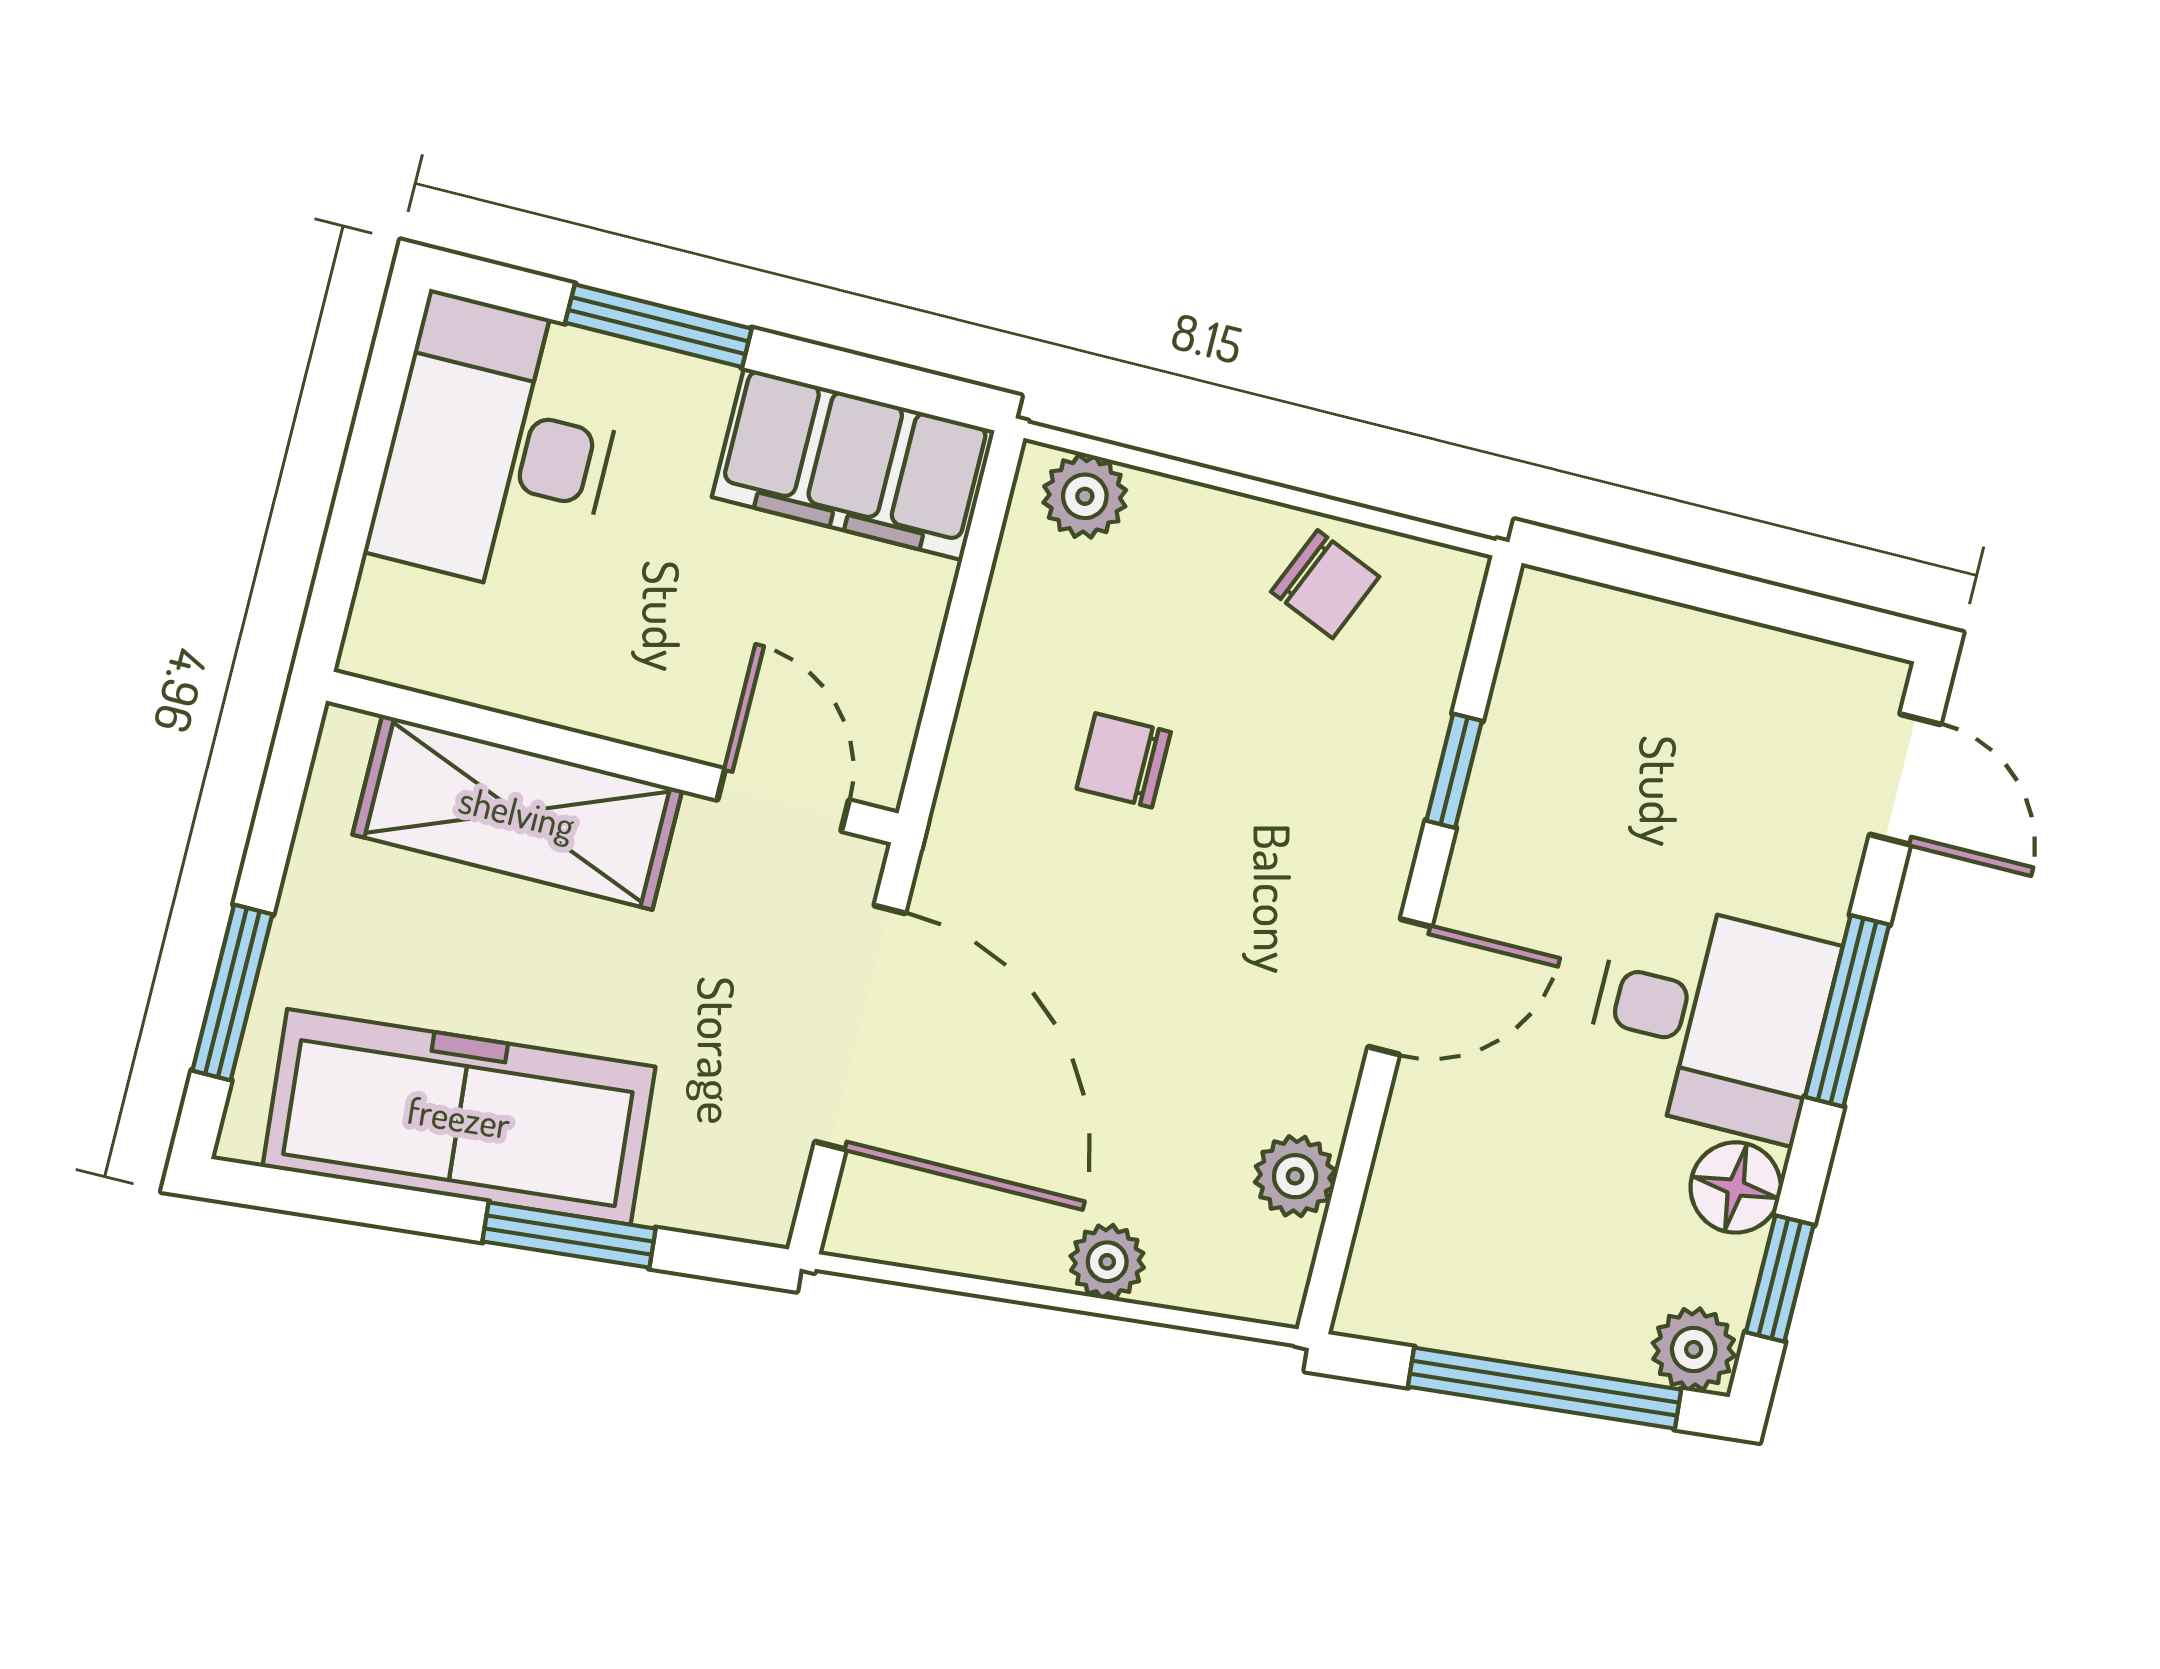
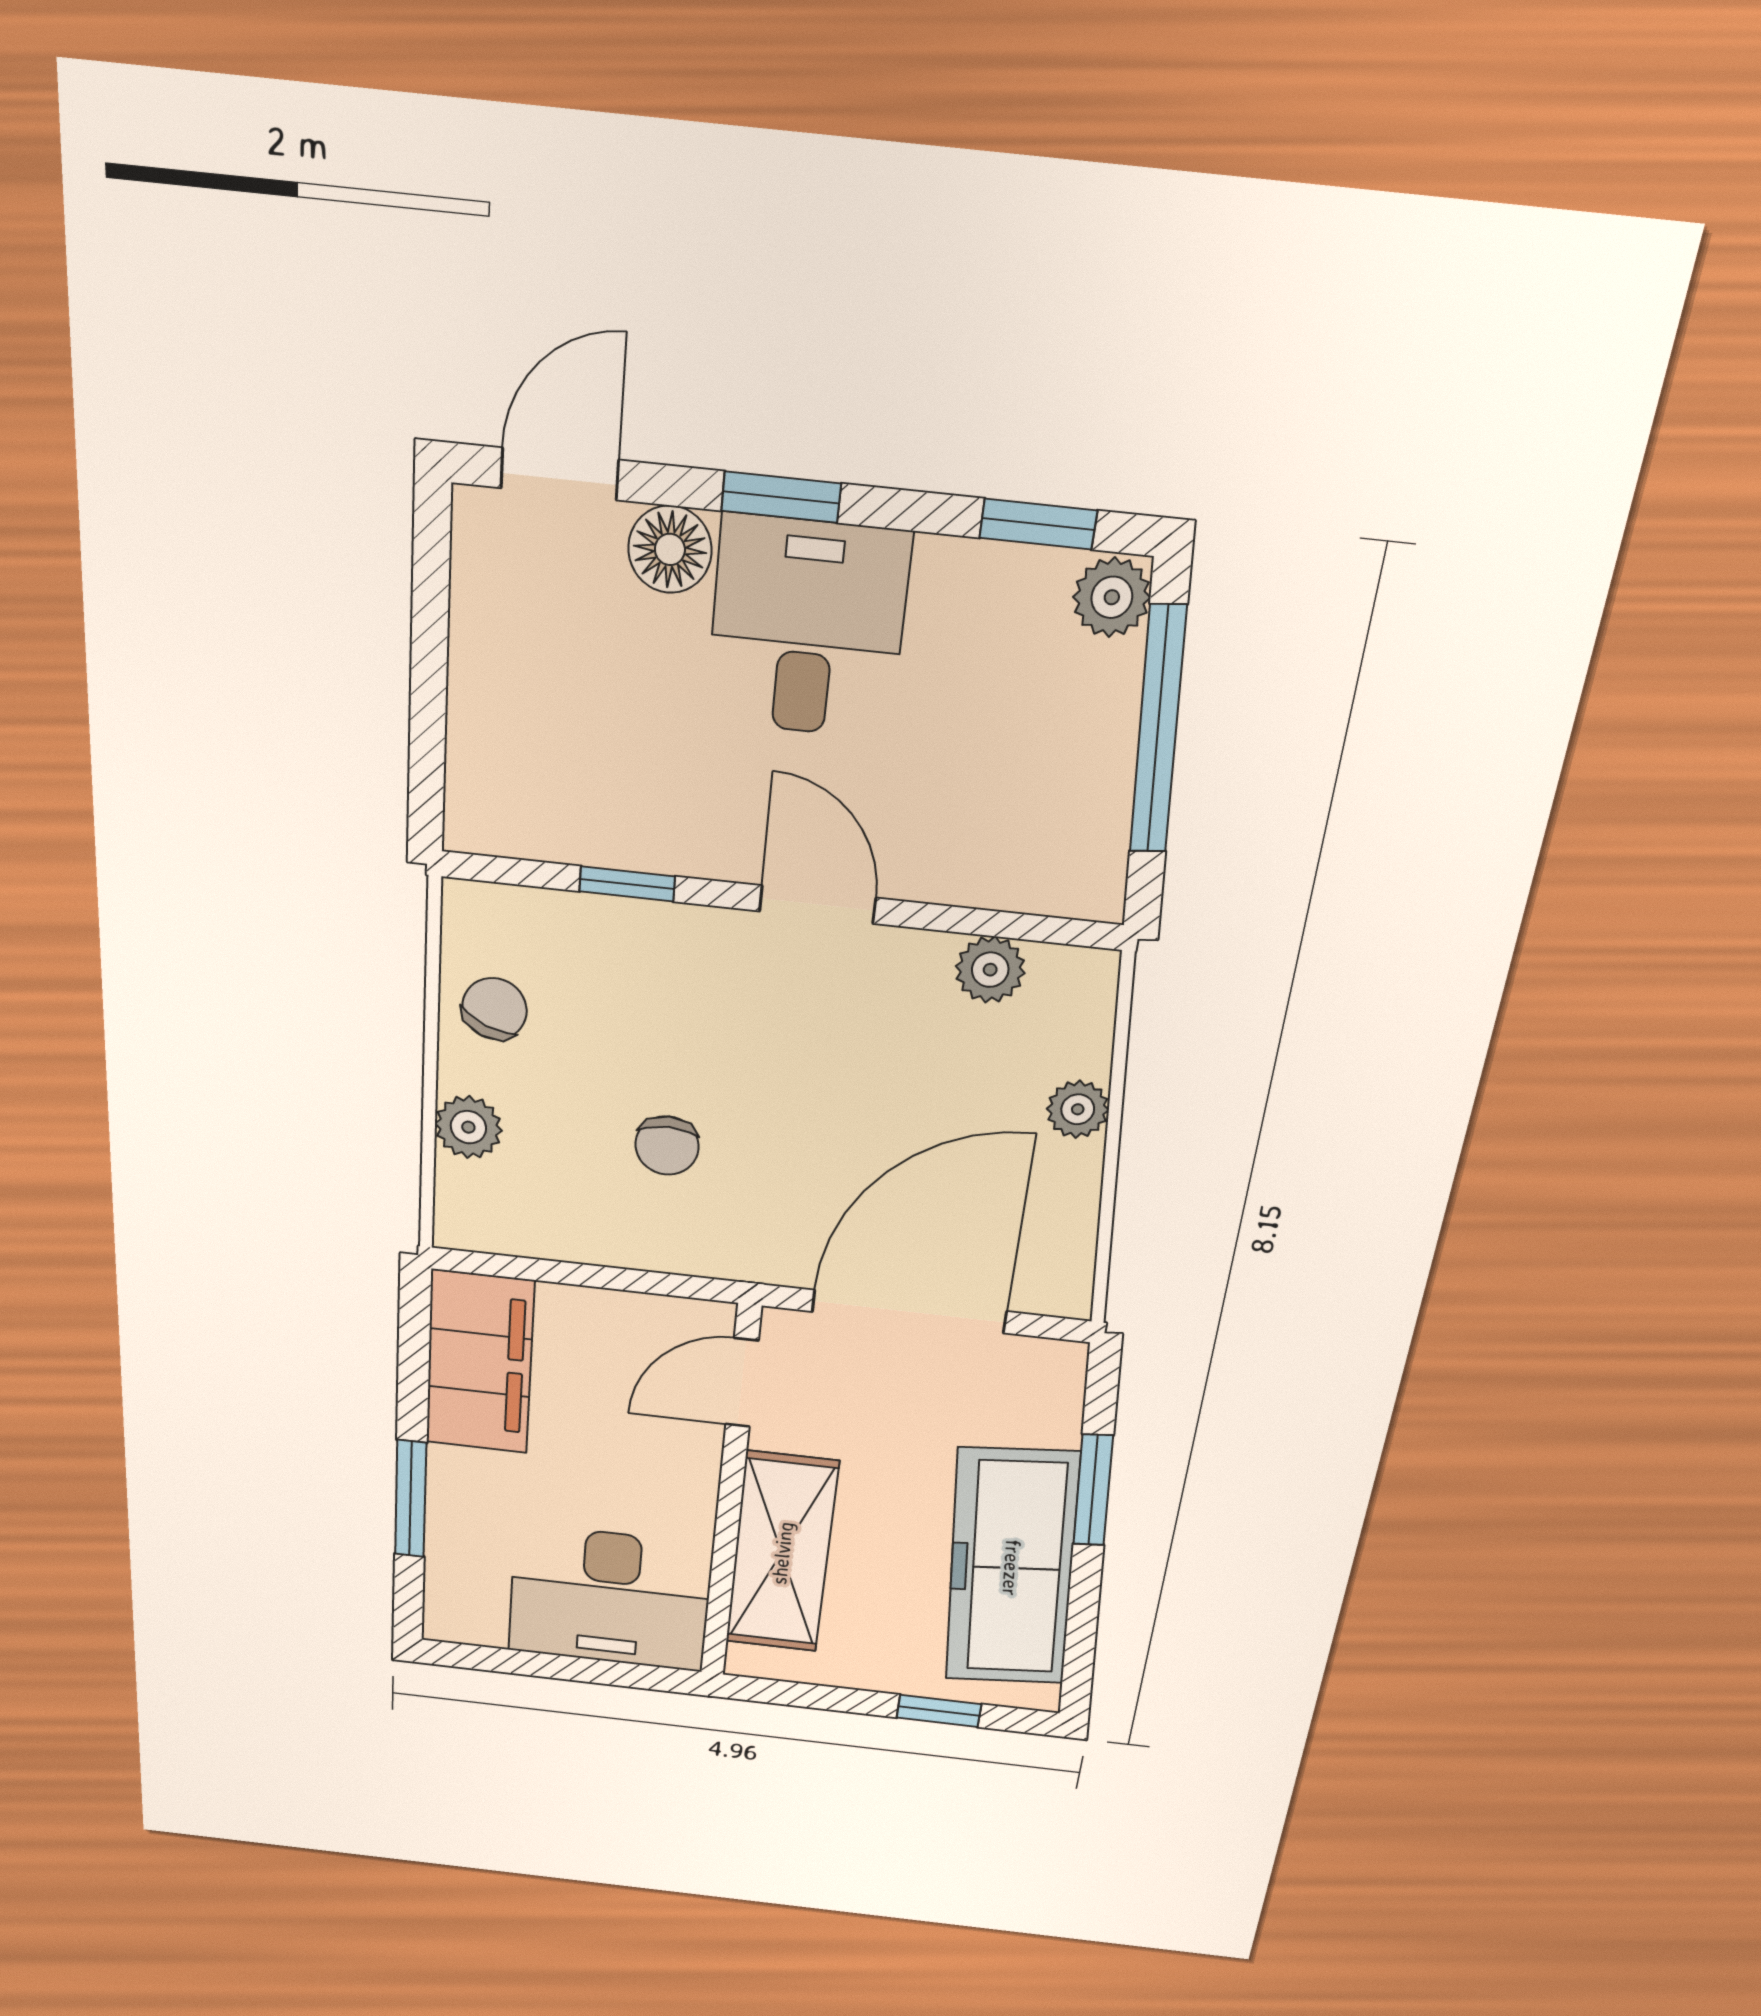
desk: (500, 446) -> (610, 1598), moved
plant: (1085, 496) -> (468, 1127), moved
window: (232, 993) -> (939, 1711), width x0.67
window: (1847, 1011) -> (781, 497), width x0.67
floor lamp: (1736, 1187) -> (670, 549), moved

